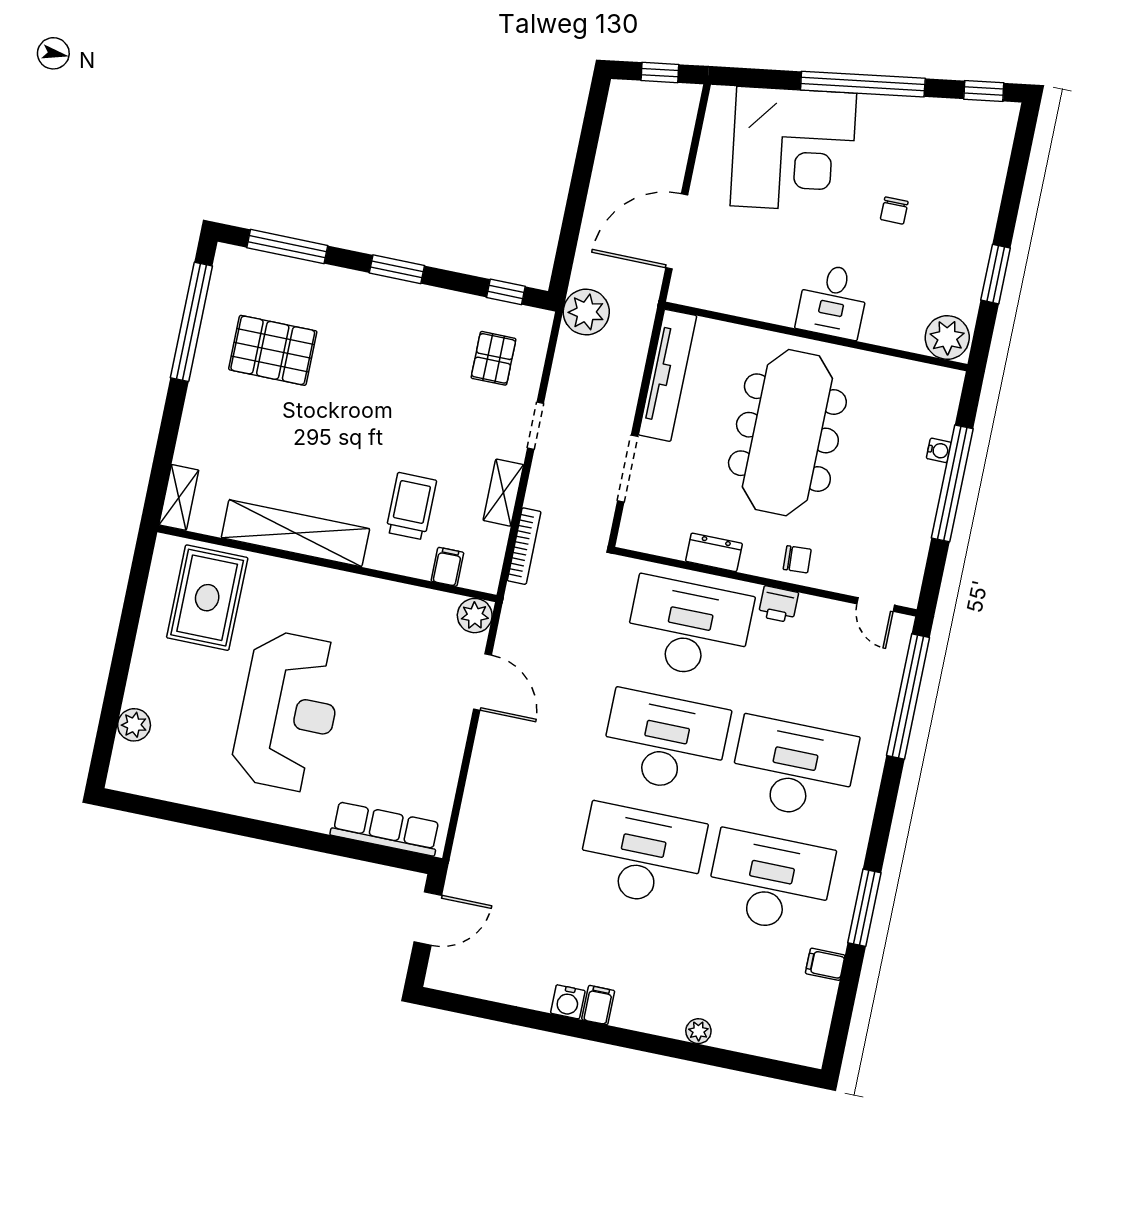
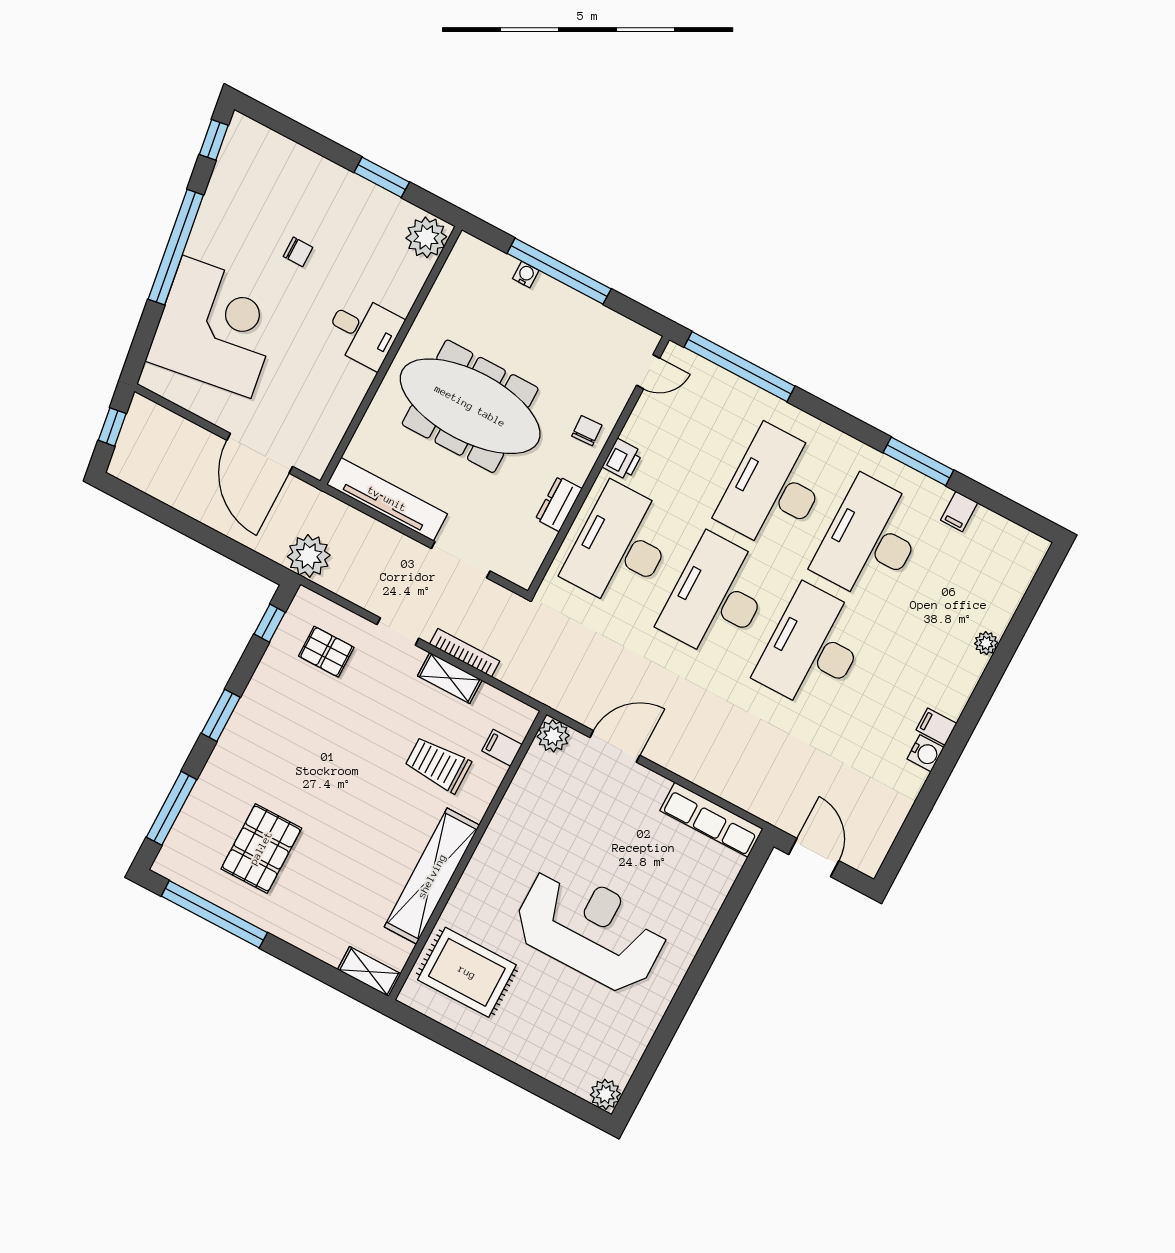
bookcase: (524, 546) -> (465, 653), moved
plant: (134, 725) -> (605, 1094), moved
row of seats: (385, 829) -> (711, 820), moved, turned -90

